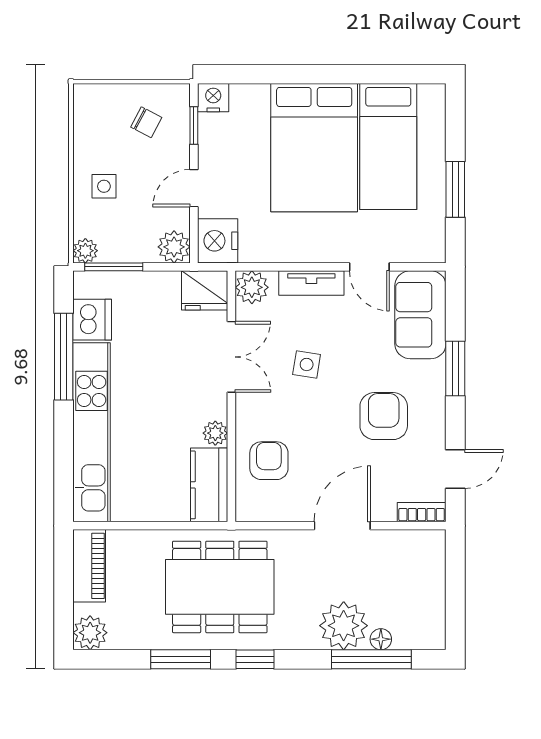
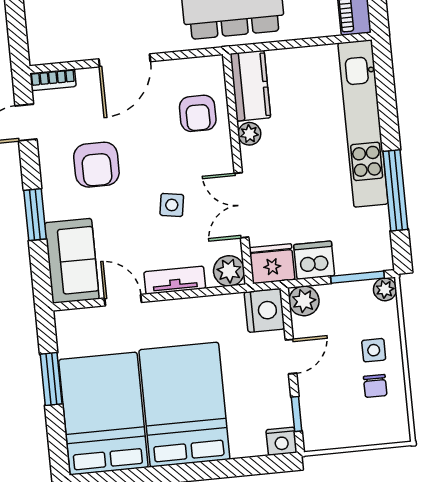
chair: (146, 122) -> (375, 386), moved, turned -118
bed: (388, 147) -> (103, 413), width x1.50
dishwasher: (92, 320) -> (314, 260), moved, turned 90

